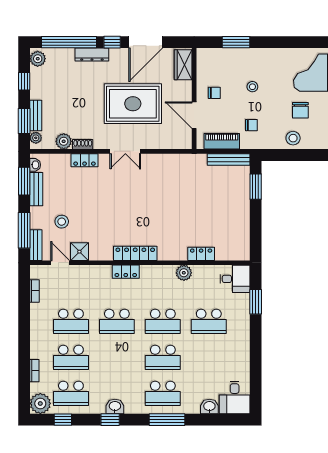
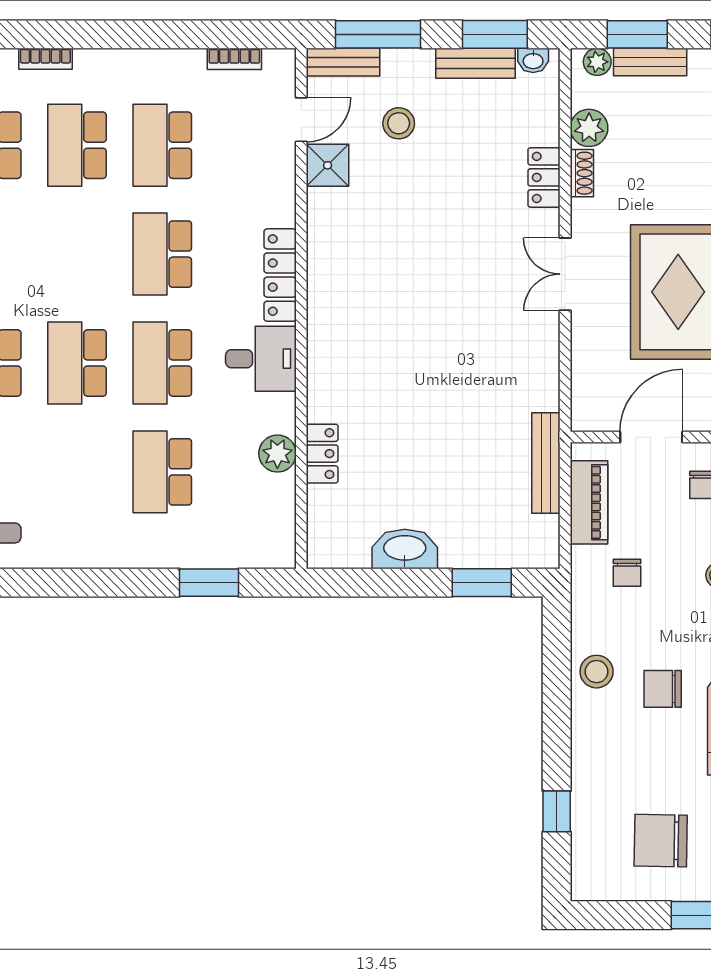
bench: (229, 159) -> (546, 463), moved
washbasin: (241, 219) -> (405, 549), added
locker: (135, 253) -> (323, 298), removed
locker: (126, 272) -> (280, 275), width x1.53
plant: (184, 273) -> (277, 454), moved
desk: (235, 279) -> (261, 359), moved, turned -90

